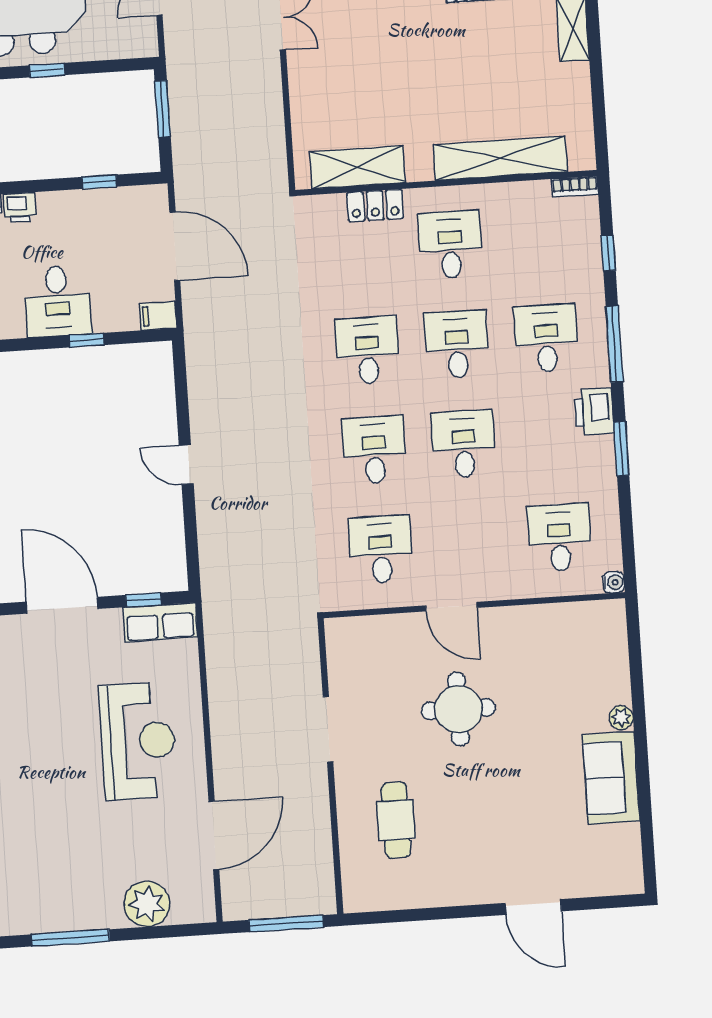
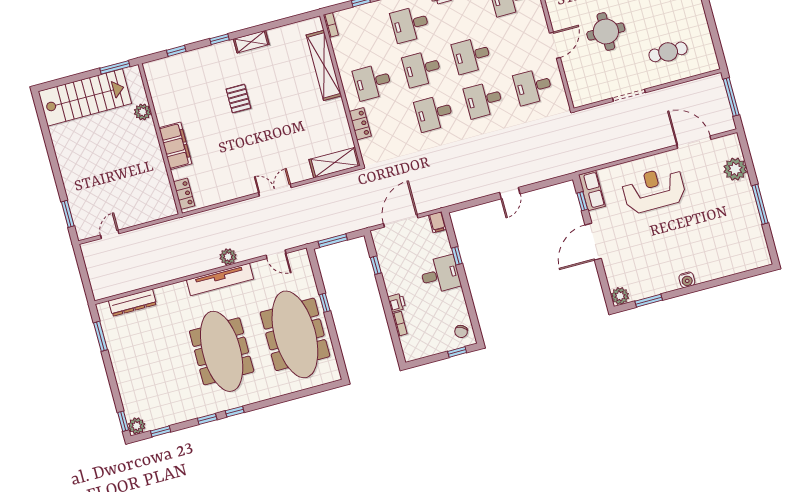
shelving: (358, 167) -> (335, 163), moved, turned 90

